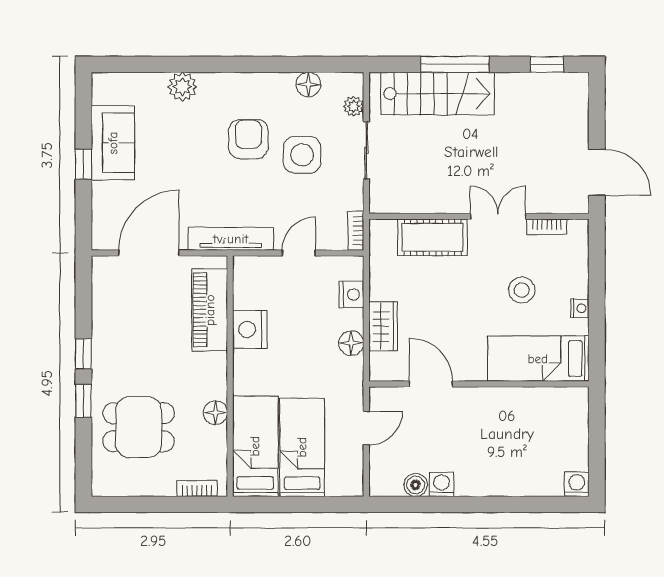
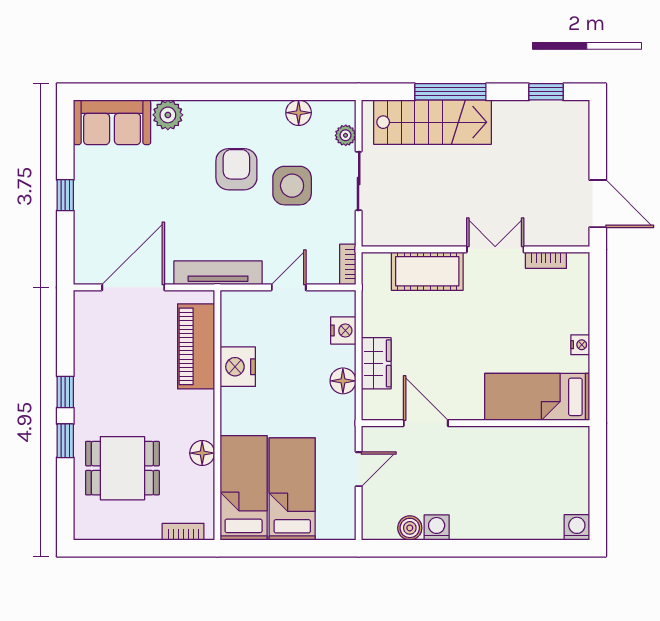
sofa: (113, 143) -> (112, 122), moved, turned 90
stool: (522, 290) -> (520, 326), removed

